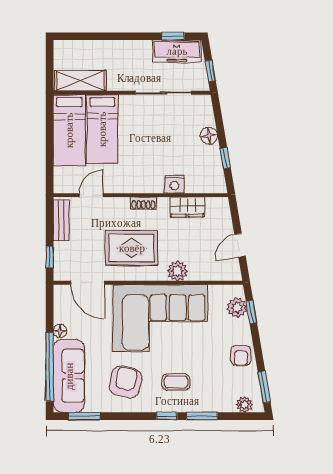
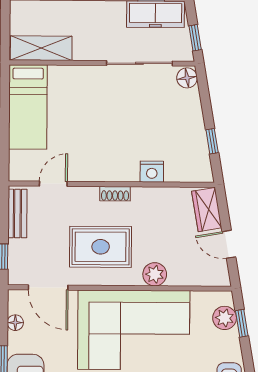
bed: (102, 129) -> (67, 106), removed
floor lamp: (209, 136) -> (187, 78), moved
wardrobe: (187, 207) -> (207, 210), moved, turned 80
door: (240, 245) -> (229, 244), hinge flipped
floor lamp: (60, 331) -> (15, 323), moved

